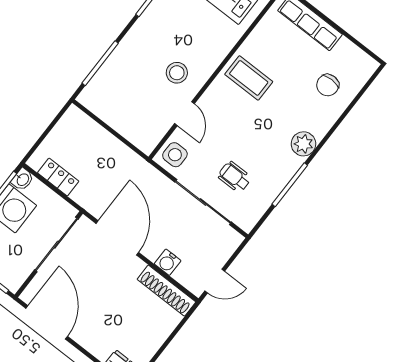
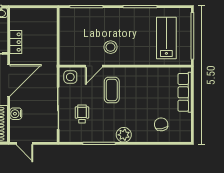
coffee table: (249, 78) -> (112, 90), moved
chair: (328, 85) -> (161, 124), turned 80
locker: (58, 177) -> (16, 42), moved

